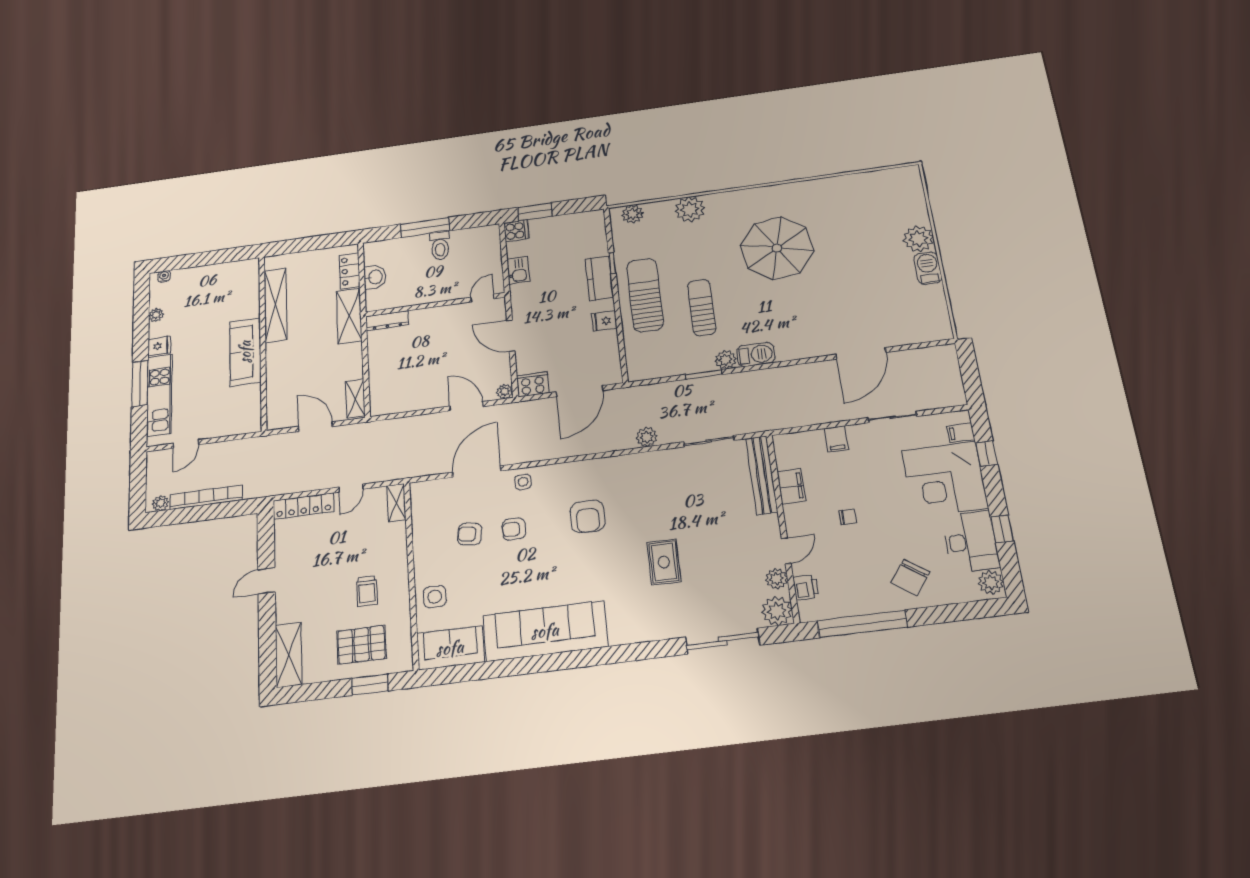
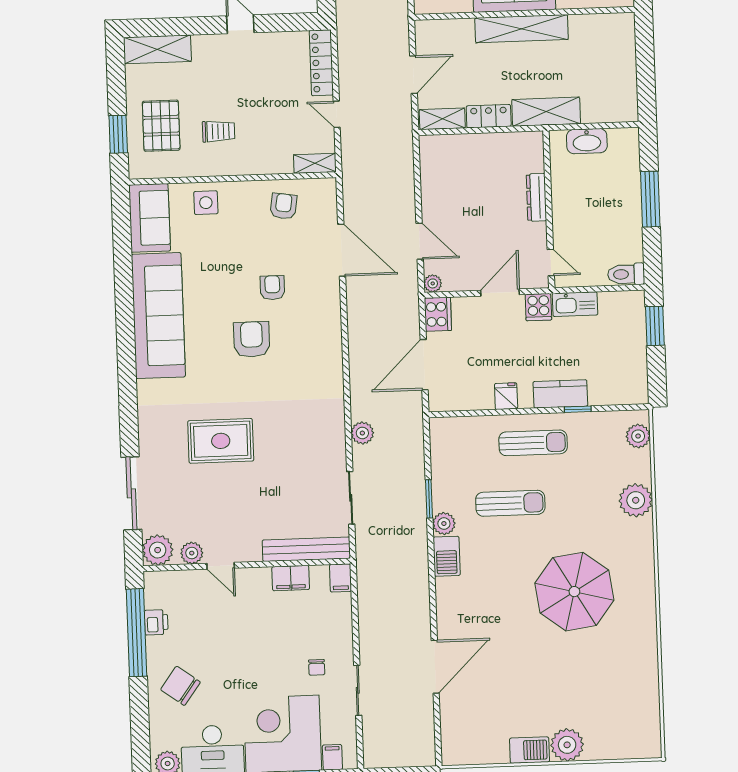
cooker: (516, 231) -> (538, 307), moved
toilet: (440, 246) -> (626, 274), moved
kitchen sink: (518, 270) -> (575, 304), width x1.38
locker: (350, 271) -> (489, 116), moved
washbasin: (375, 277) -> (587, 141), width x1.38
sun lounger: (645, 295) -> (533, 443), width x0.73, depth x0.75
shelving: (276, 305) -> (522, 29), moved
dresser: (387, 321) -> (536, 197), moved
door: (861, 353) -> (435, 667), swing flipped
door: (580, 391) -> (424, 365), hinge flipped
door: (466, 406) -> (420, 241), hinge flipped
filing cabinet: (836, 439) -> (340, 578), moved, turned -90
side table: (523, 482) -> (325, 299), removed
armchair: (588, 517) -> (252, 339), moved, turned 90
chair: (848, 517) -> (317, 667), moved
armchair: (470, 534) -> (283, 206), moved
rug: (664, 562) -> (221, 441), width x1.36, depth x1.43
printer: (806, 588) -> (156, 622), moved, turned -90
trolley: (367, 591) -> (219, 131), turned 180

